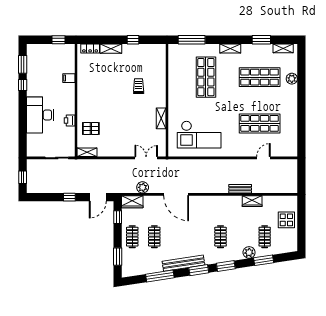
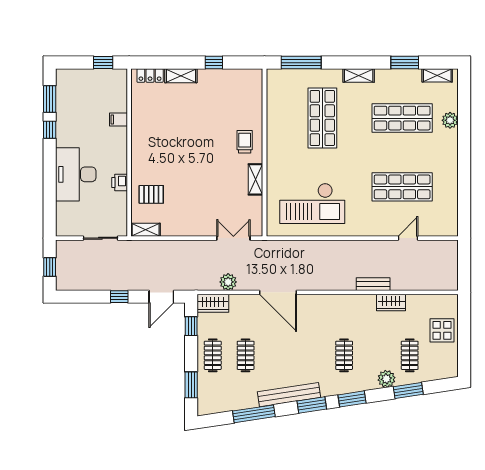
trolley: (139, 86) -> (245, 142), moved

